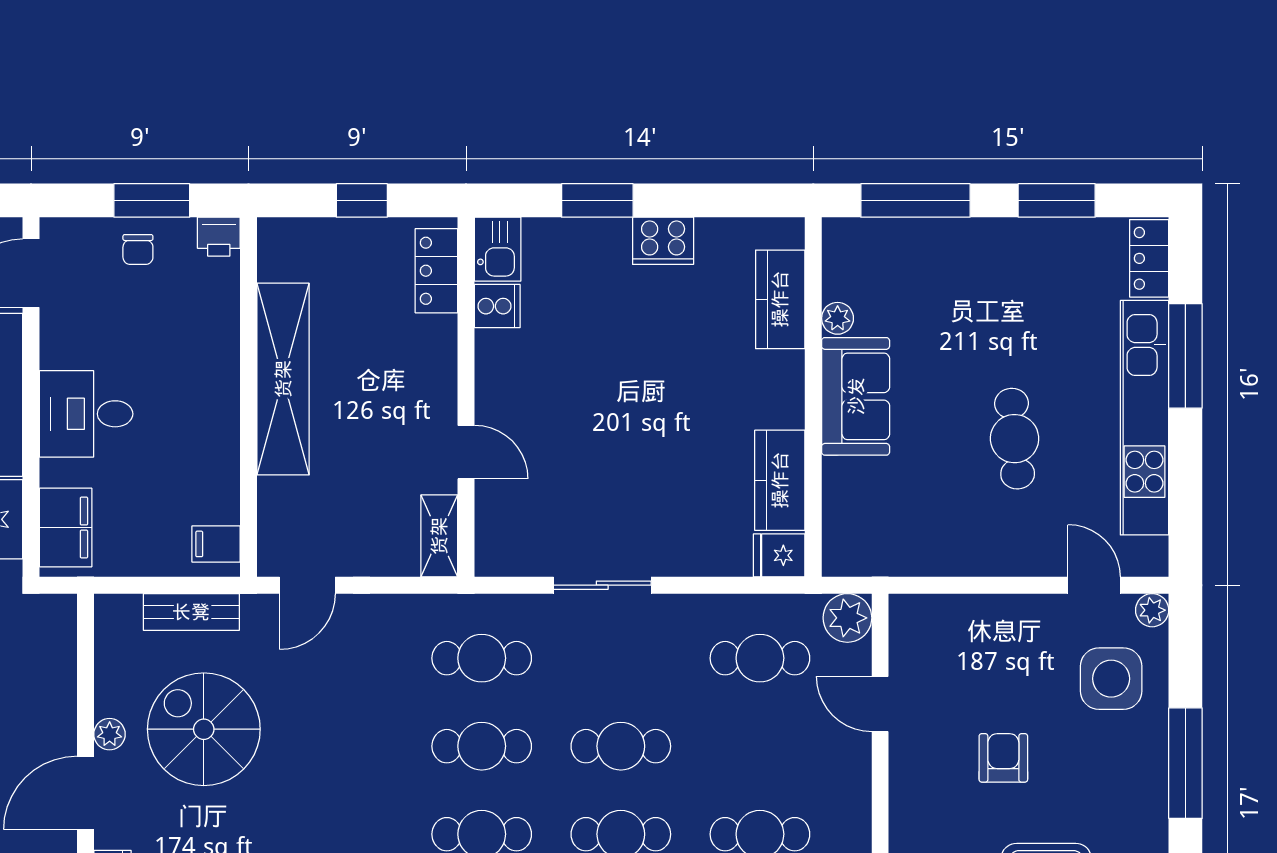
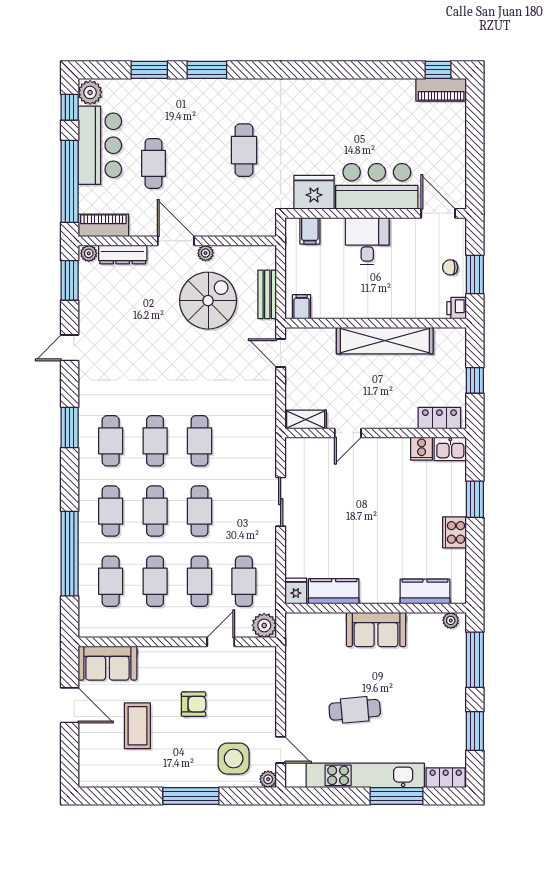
plant: (838, 318) -> (451, 620), moved
filing cabinet: (66, 528) -> (310, 231), width x0.50
door: (1094, 585) -> (281, 750), hinge flipped
cafe table: (482, 658) -> (199, 581), moved

